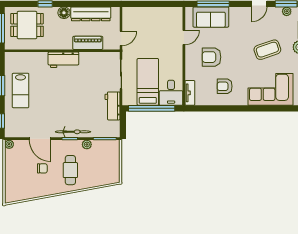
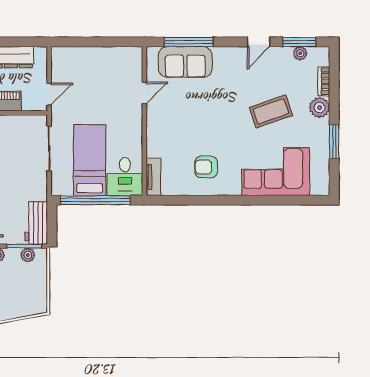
armchair: (212, 57) -> (186, 123), removed
workbench: (113, 106) -> (36, 223), moved
plant: (107, 144) -> (28, 255), added

